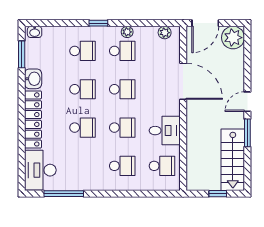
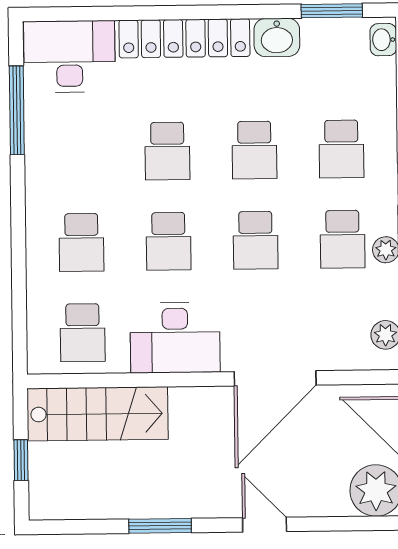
door: (247, 102) -> (265, 525), moved
desk: (165, 131) -> (175, 338), width x1.37
stairs: (233, 160) -> (98, 414), moved, turned 180

